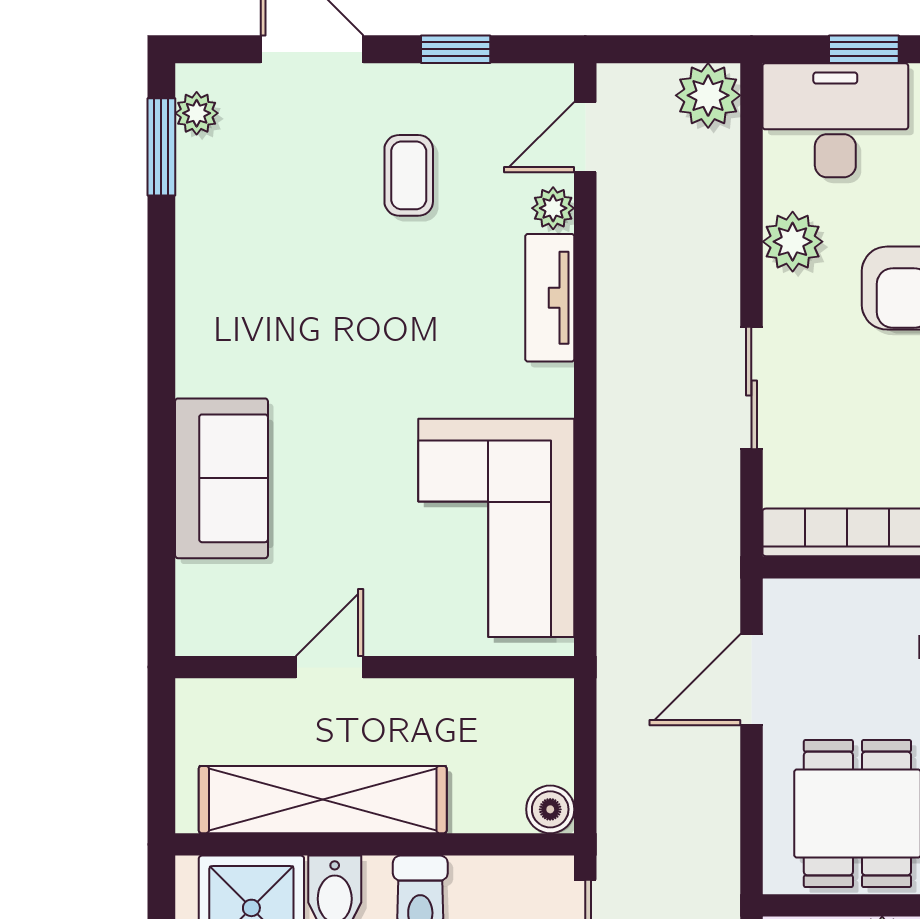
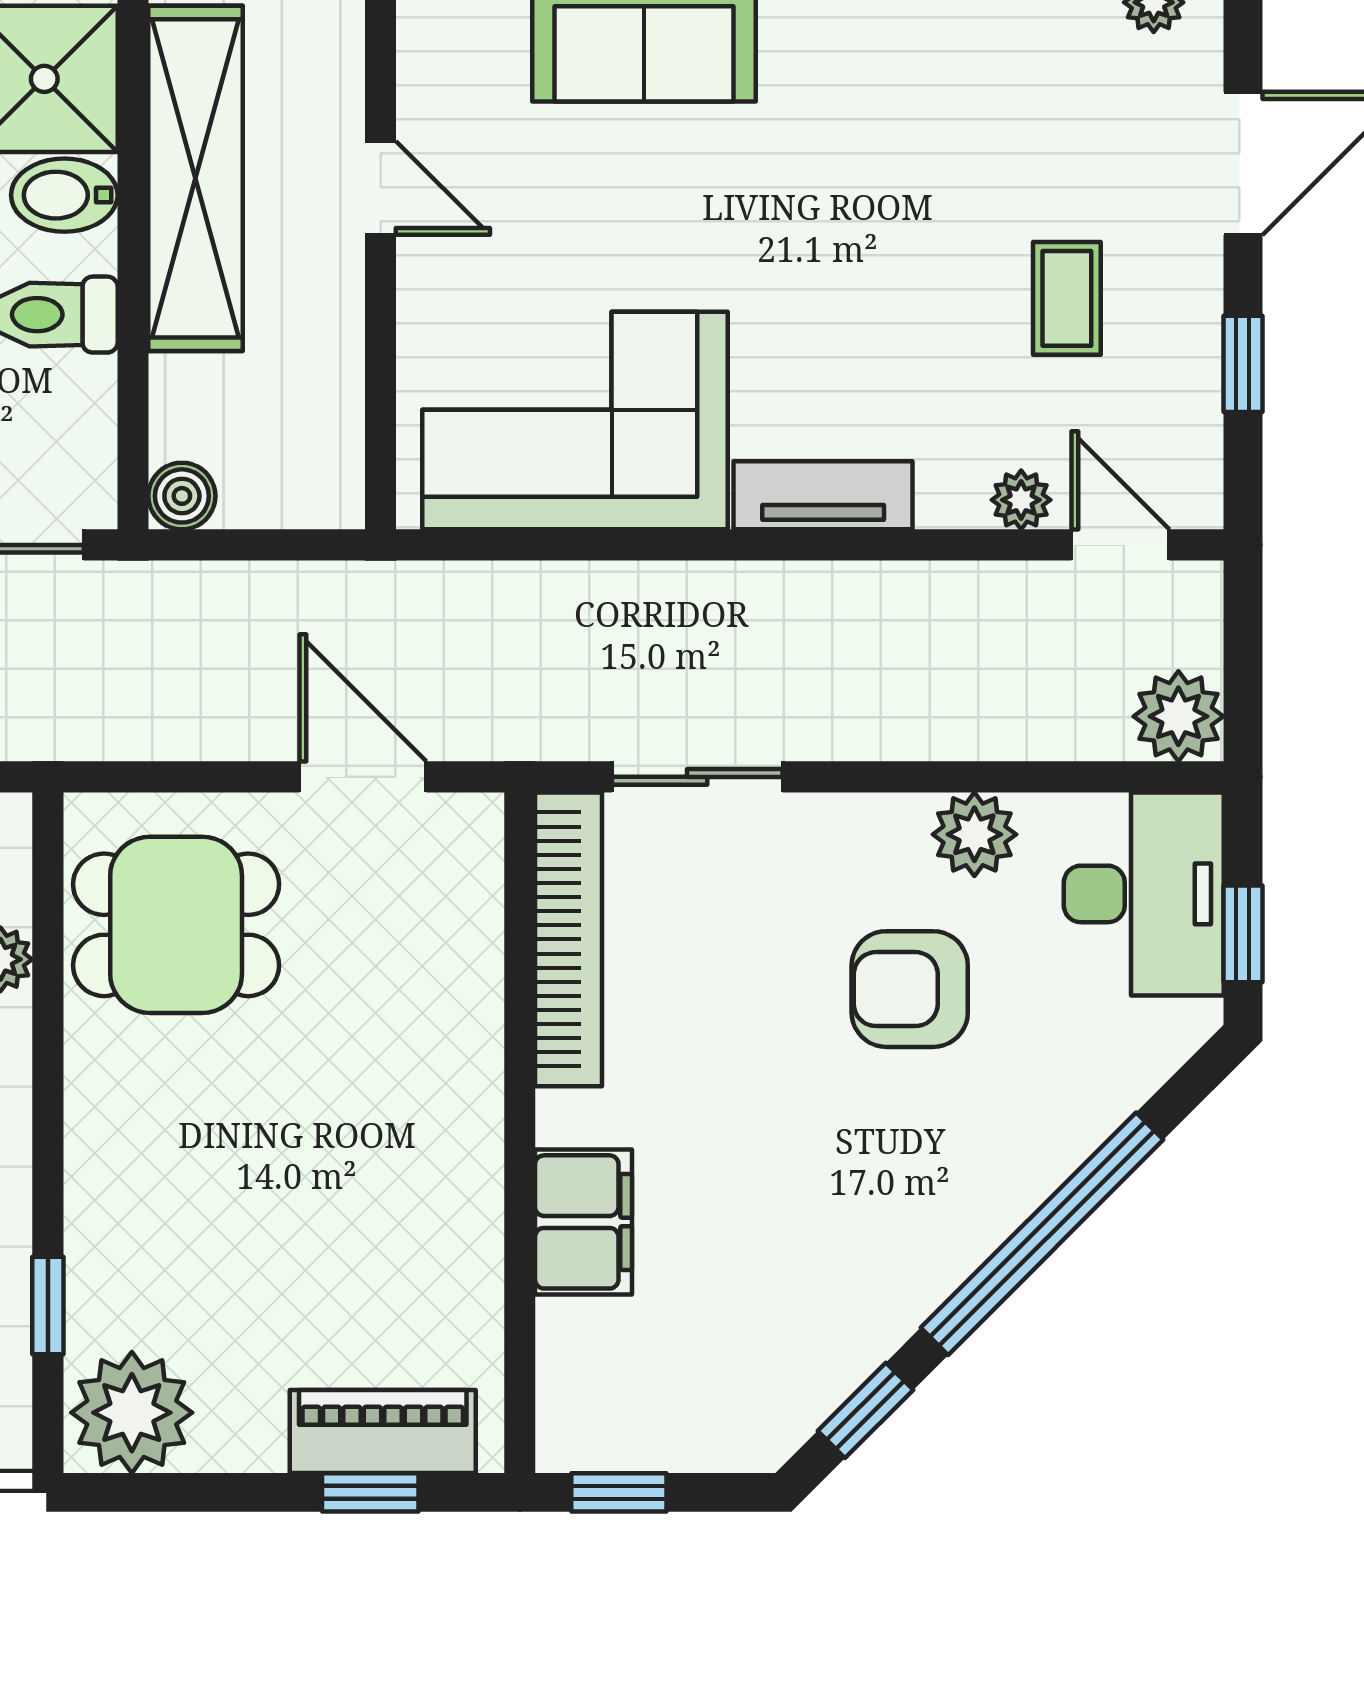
coffee table: (409, 175) -> (1067, 298), turned 90
tv unit: (550, 298) -> (823, 495), moved
sliding door: (751, 388) -> (697, 777), moved

